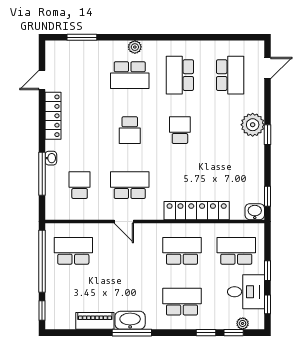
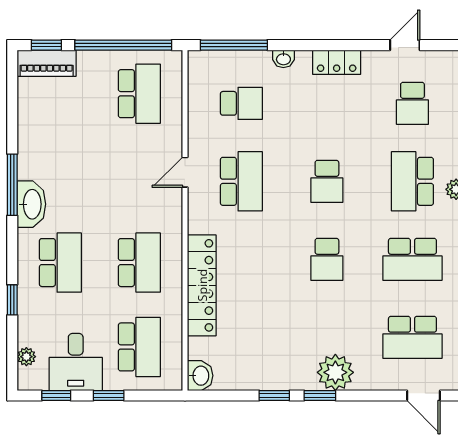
school desk: (80, 75) -> (412, 103), added
school desk: (180, 75) -> (412, 259), turned 180
door: (42, 80) -> (405, 45), hinge flipped
locker: (53, 116) -> (337, 62), width x0.66
school desk: (130, 130) -> (327, 181), turned -90
school desk: (180, 130) -> (327, 259), turned 90
window: (42, 174) -> (234, 45), moved
window: (268, 196) -> (274, 396), moved
washbasin: (130, 320) -> (31, 204), moved
piano: (95, 321) -> (47, 63), moved, turned 90
window: (234, 333) -> (12, 343), removed

